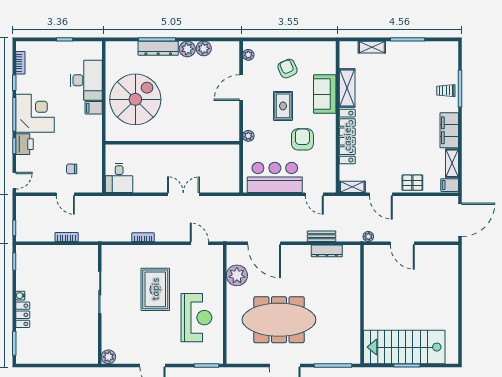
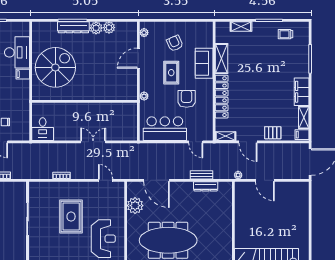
trolley: (446, 91) -> (285, 34), moved

